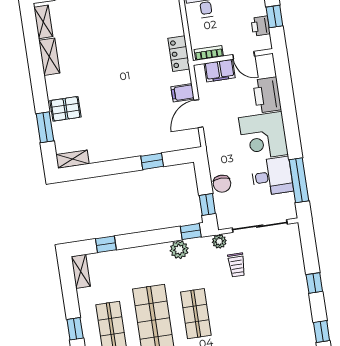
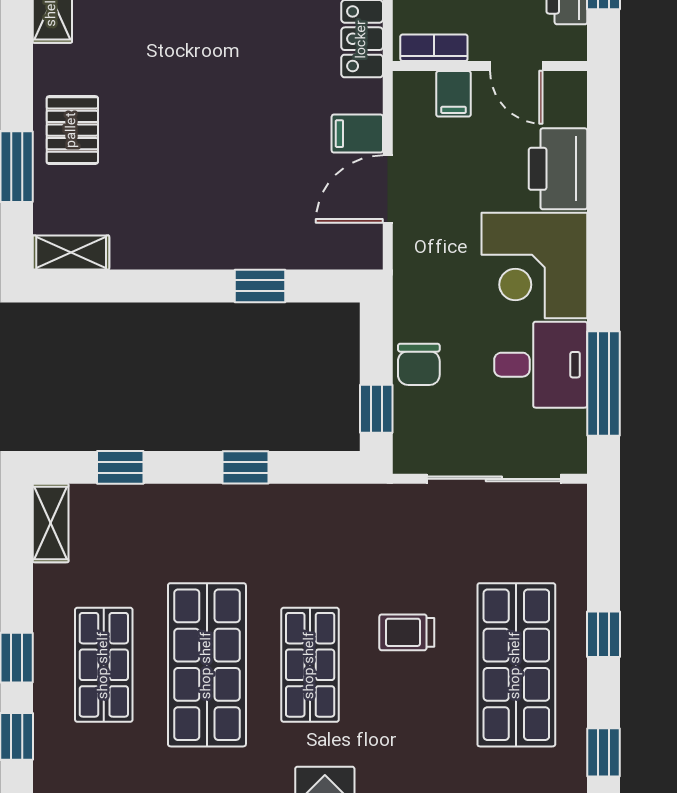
filing cabinet: (220, 71) -> (453, 94), width x0.50
pallet: (66, 109) -> (72, 130), turned 90
window: (191, 232) -> (246, 467), moved
plant: (219, 241) -> (392, 501), removed
plant: (179, 250) -> (293, 506), removed
trolley: (237, 265) -> (407, 632), moved, turned 90
shop shelf: (280, 301) -> (516, 665), added

